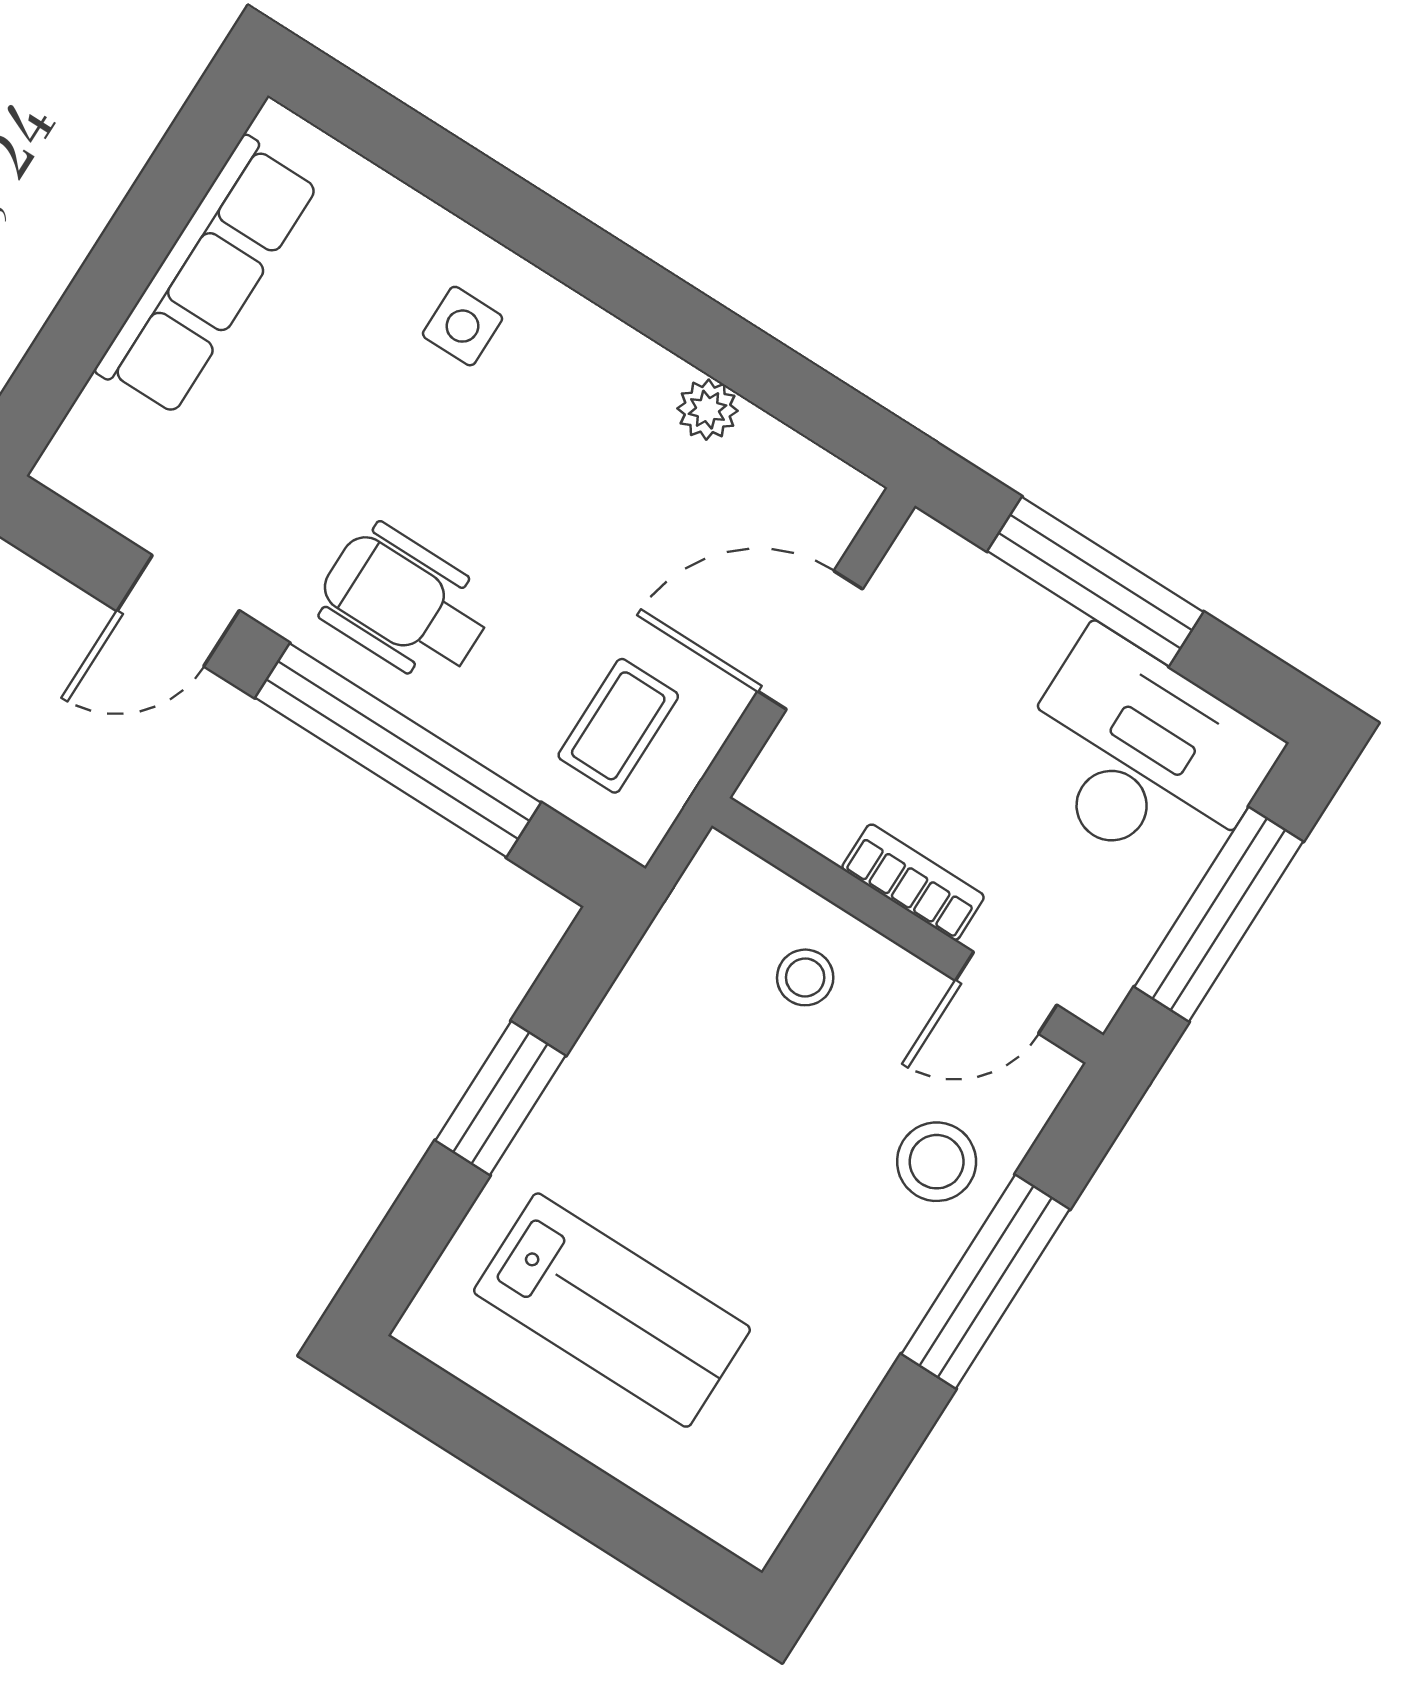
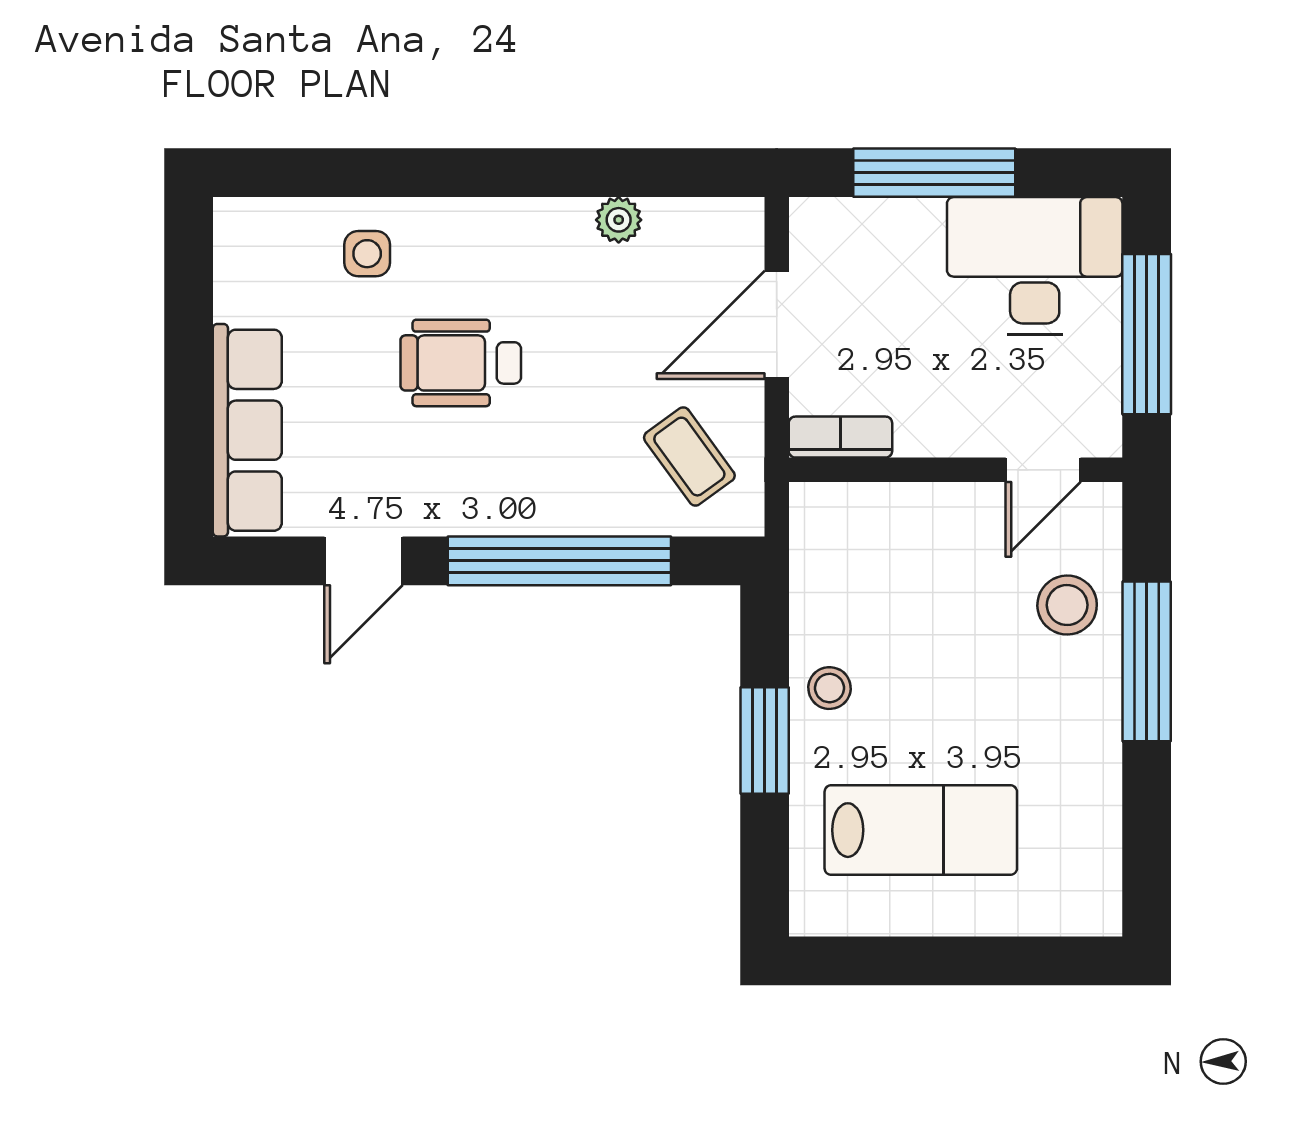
row of seats: (207, 276) -> (247, 430), moved
side table: (462, 326) -> (367, 254), moved
wheelchair: (405, 604) -> (461, 363), moved
coffee table: (618, 726) -> (689, 457), turned -36
bookcase: (913, 882) -> (840, 437), moved
stool: (805, 977) -> (830, 688), moved

